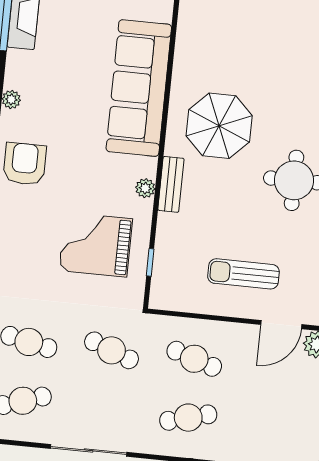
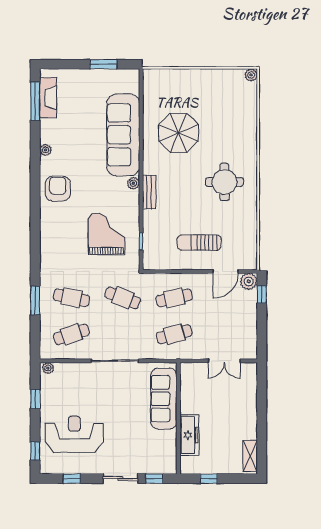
parasol: (219, 126) -> (178, 133), moved
plant: (145, 188) -> (133, 183), moved
grand piano: (96, 245) -> (107, 234), turned 90
cafe table: (194, 359) -> (174, 298), turned -30

